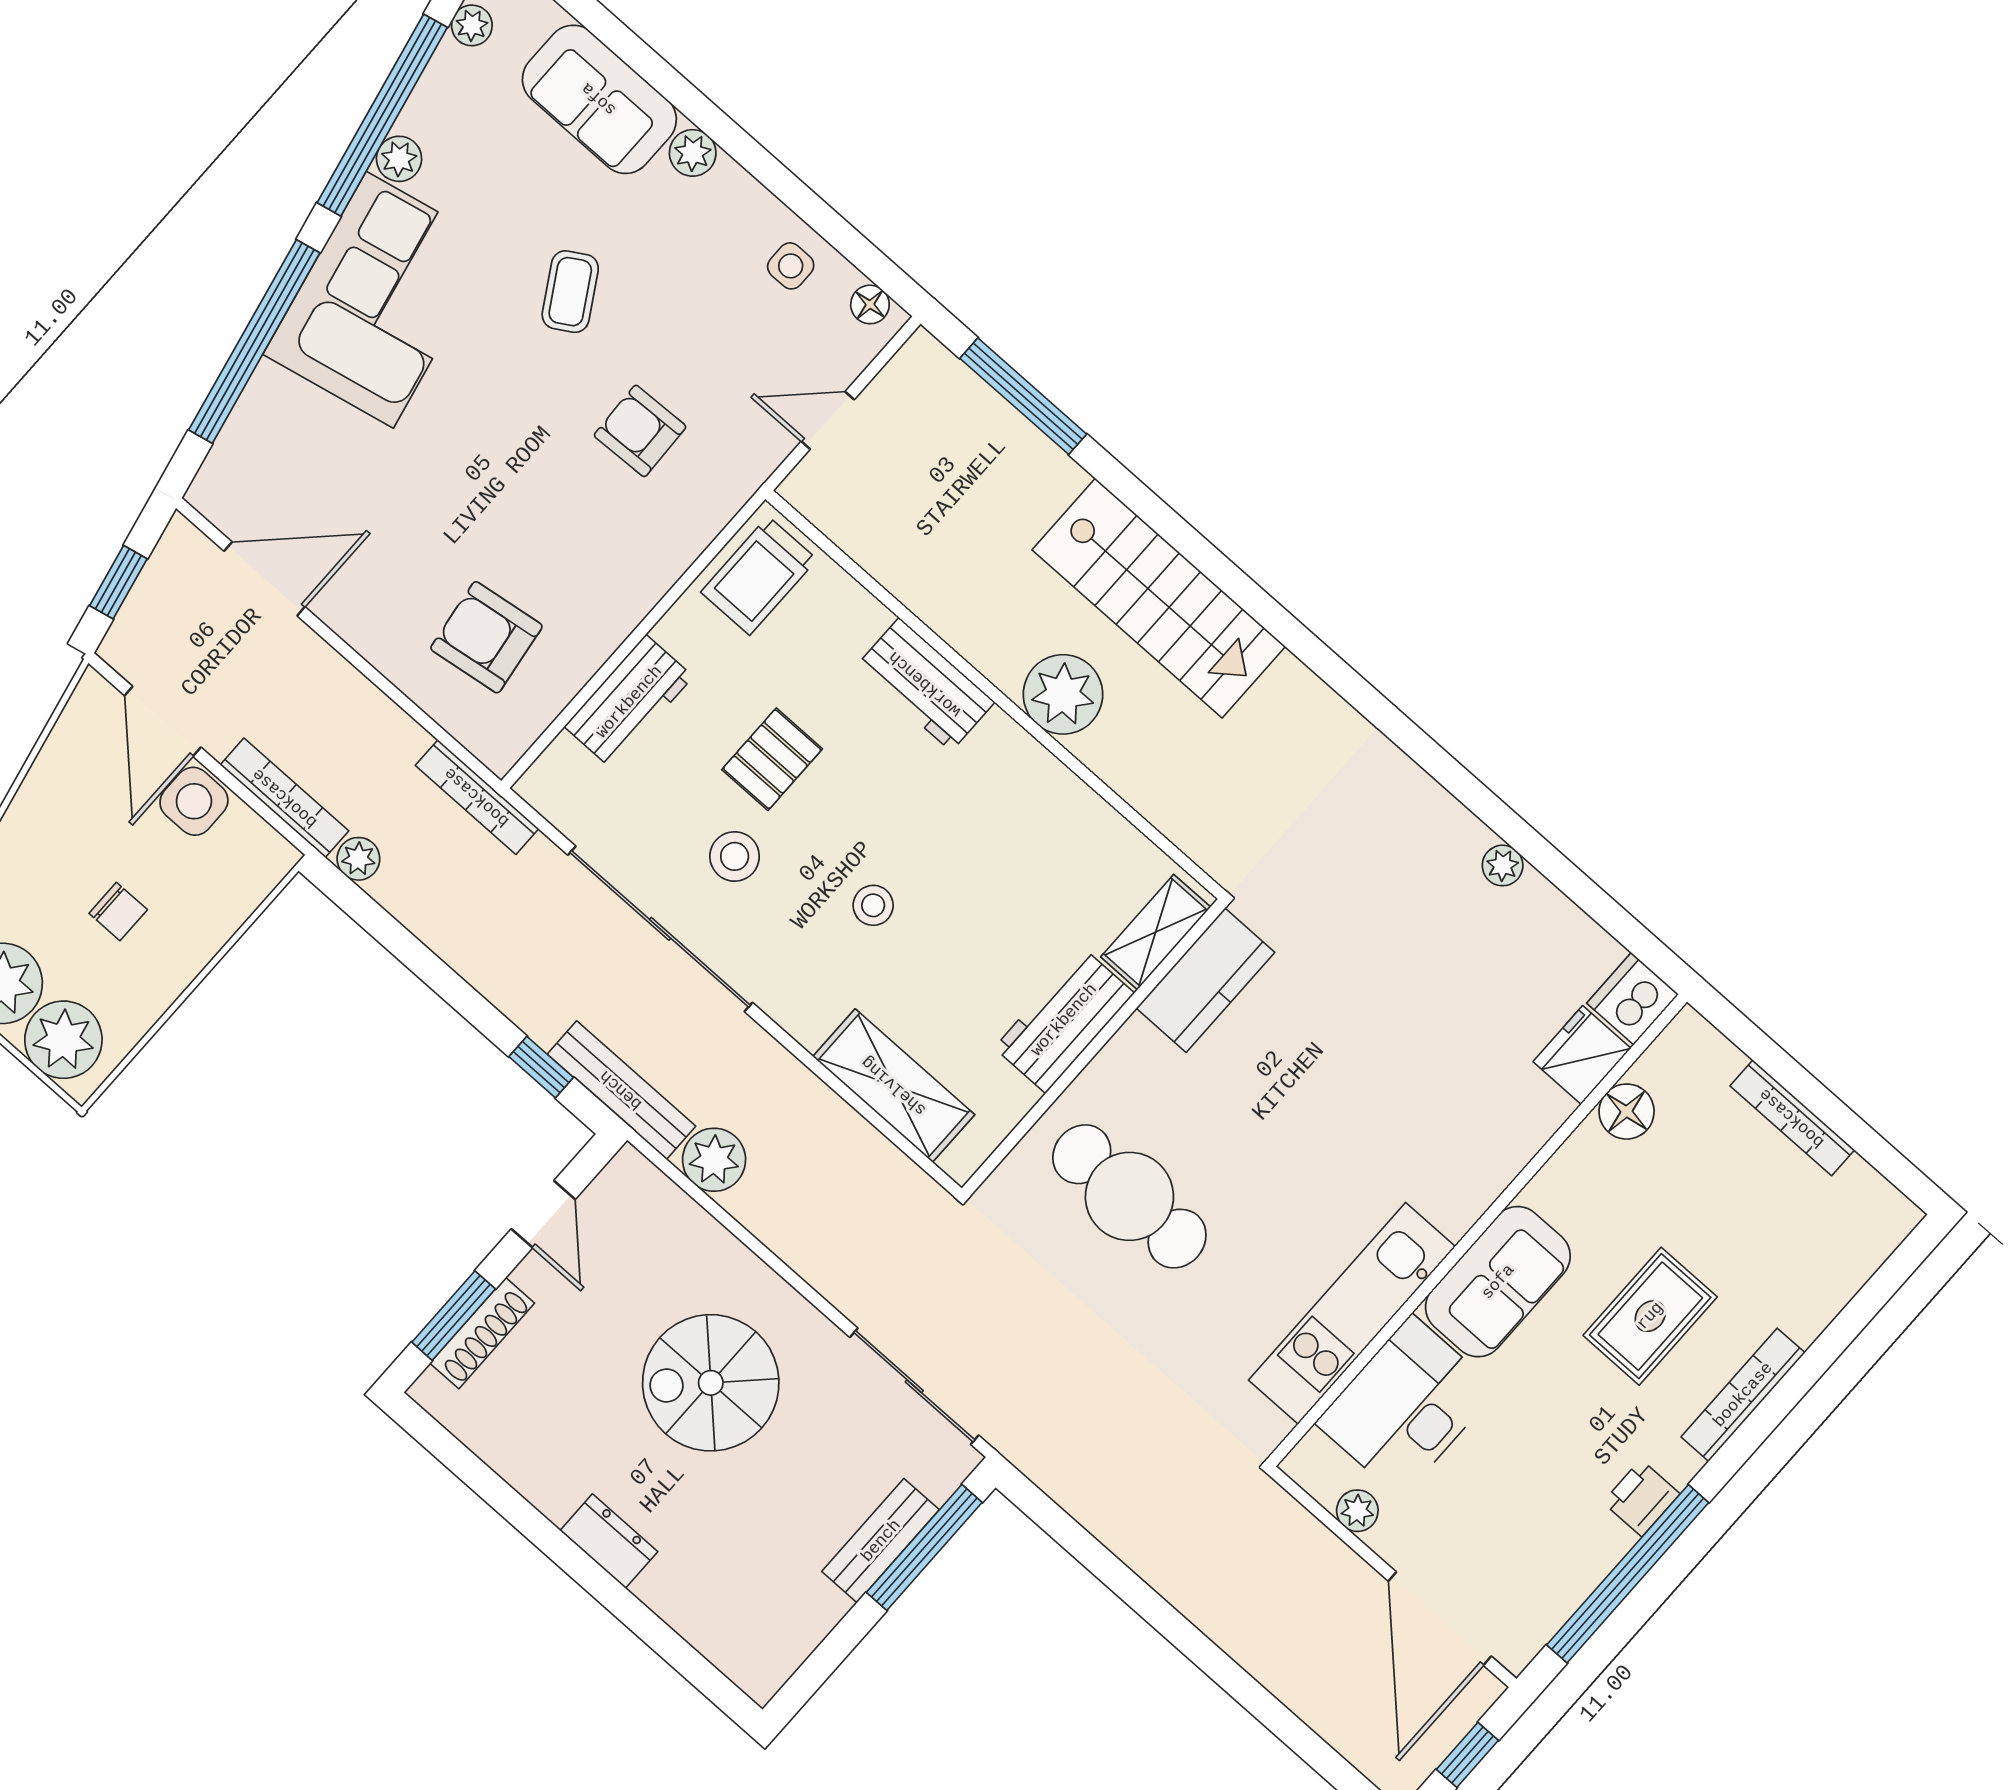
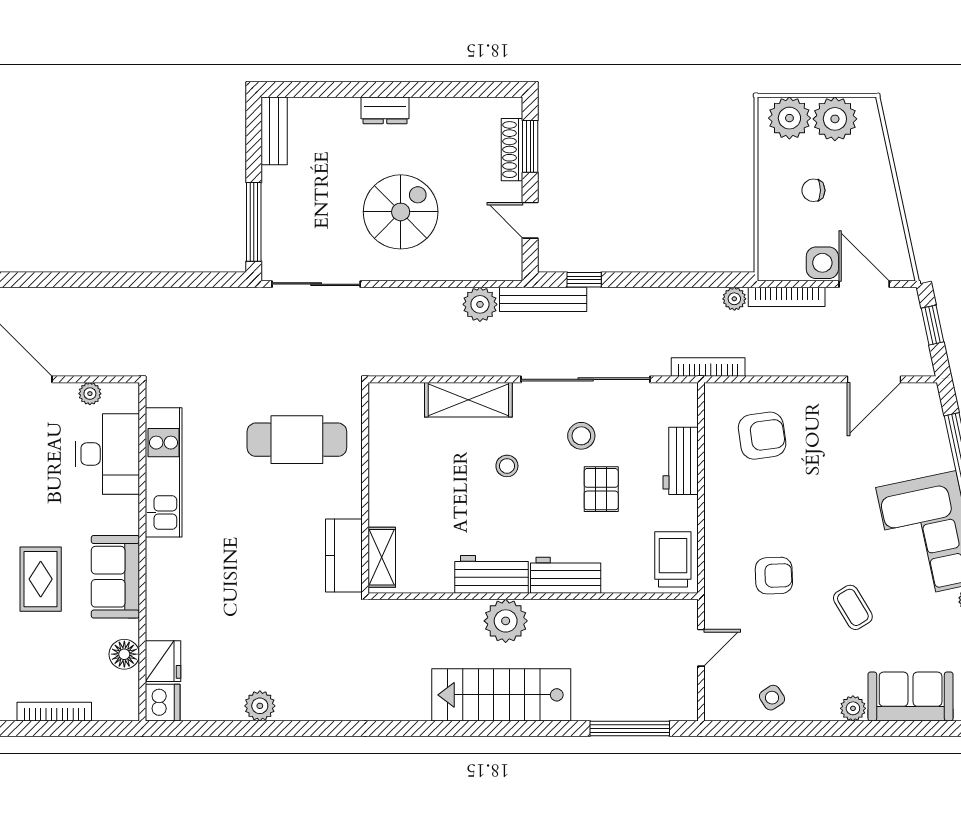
side table: (791, 266) -> (772, 698), turned -33
floor lamp: (870, 304) -> (726, 711), removed
plant: (1503, 865) -> (260, 706), width x1.38, depth x1.38
workbench: (1064, 1020) -> (492, 574), moved, turned -90
shelving: (894, 1086) -> (468, 400), moved
sofa: (1498, 1282) -> (115, 577), moved
bench: (881, 1541) -> (274, 131), moved

